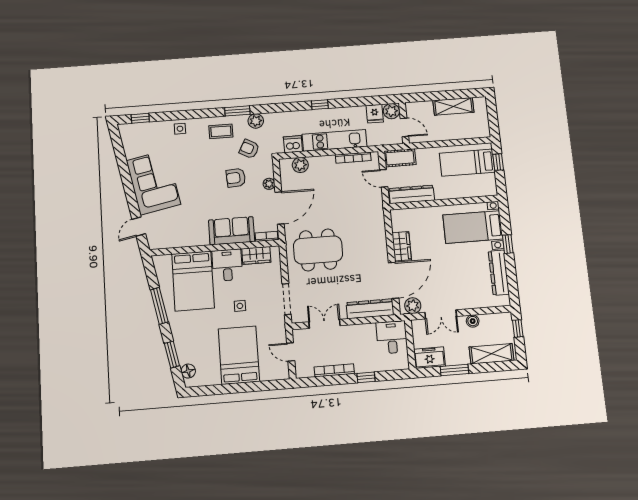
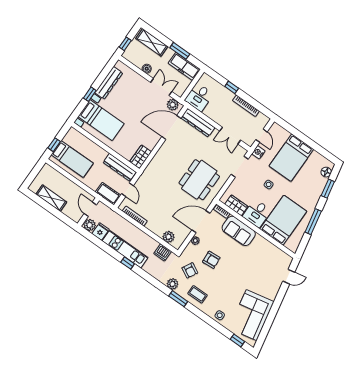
kitchen unit: (335, 140) -> (125, 249), moved, turned 180
corner sofa: (153, 182) -> (252, 315), moved
wardrobe: (402, 246) -> (141, 157), moved
dining table: (318, 250) -> (199, 180), turned 90
nightstand: (279, 331) -> (258, 152), added
freezer: (430, 358) -> (184, 66), width x1.40

